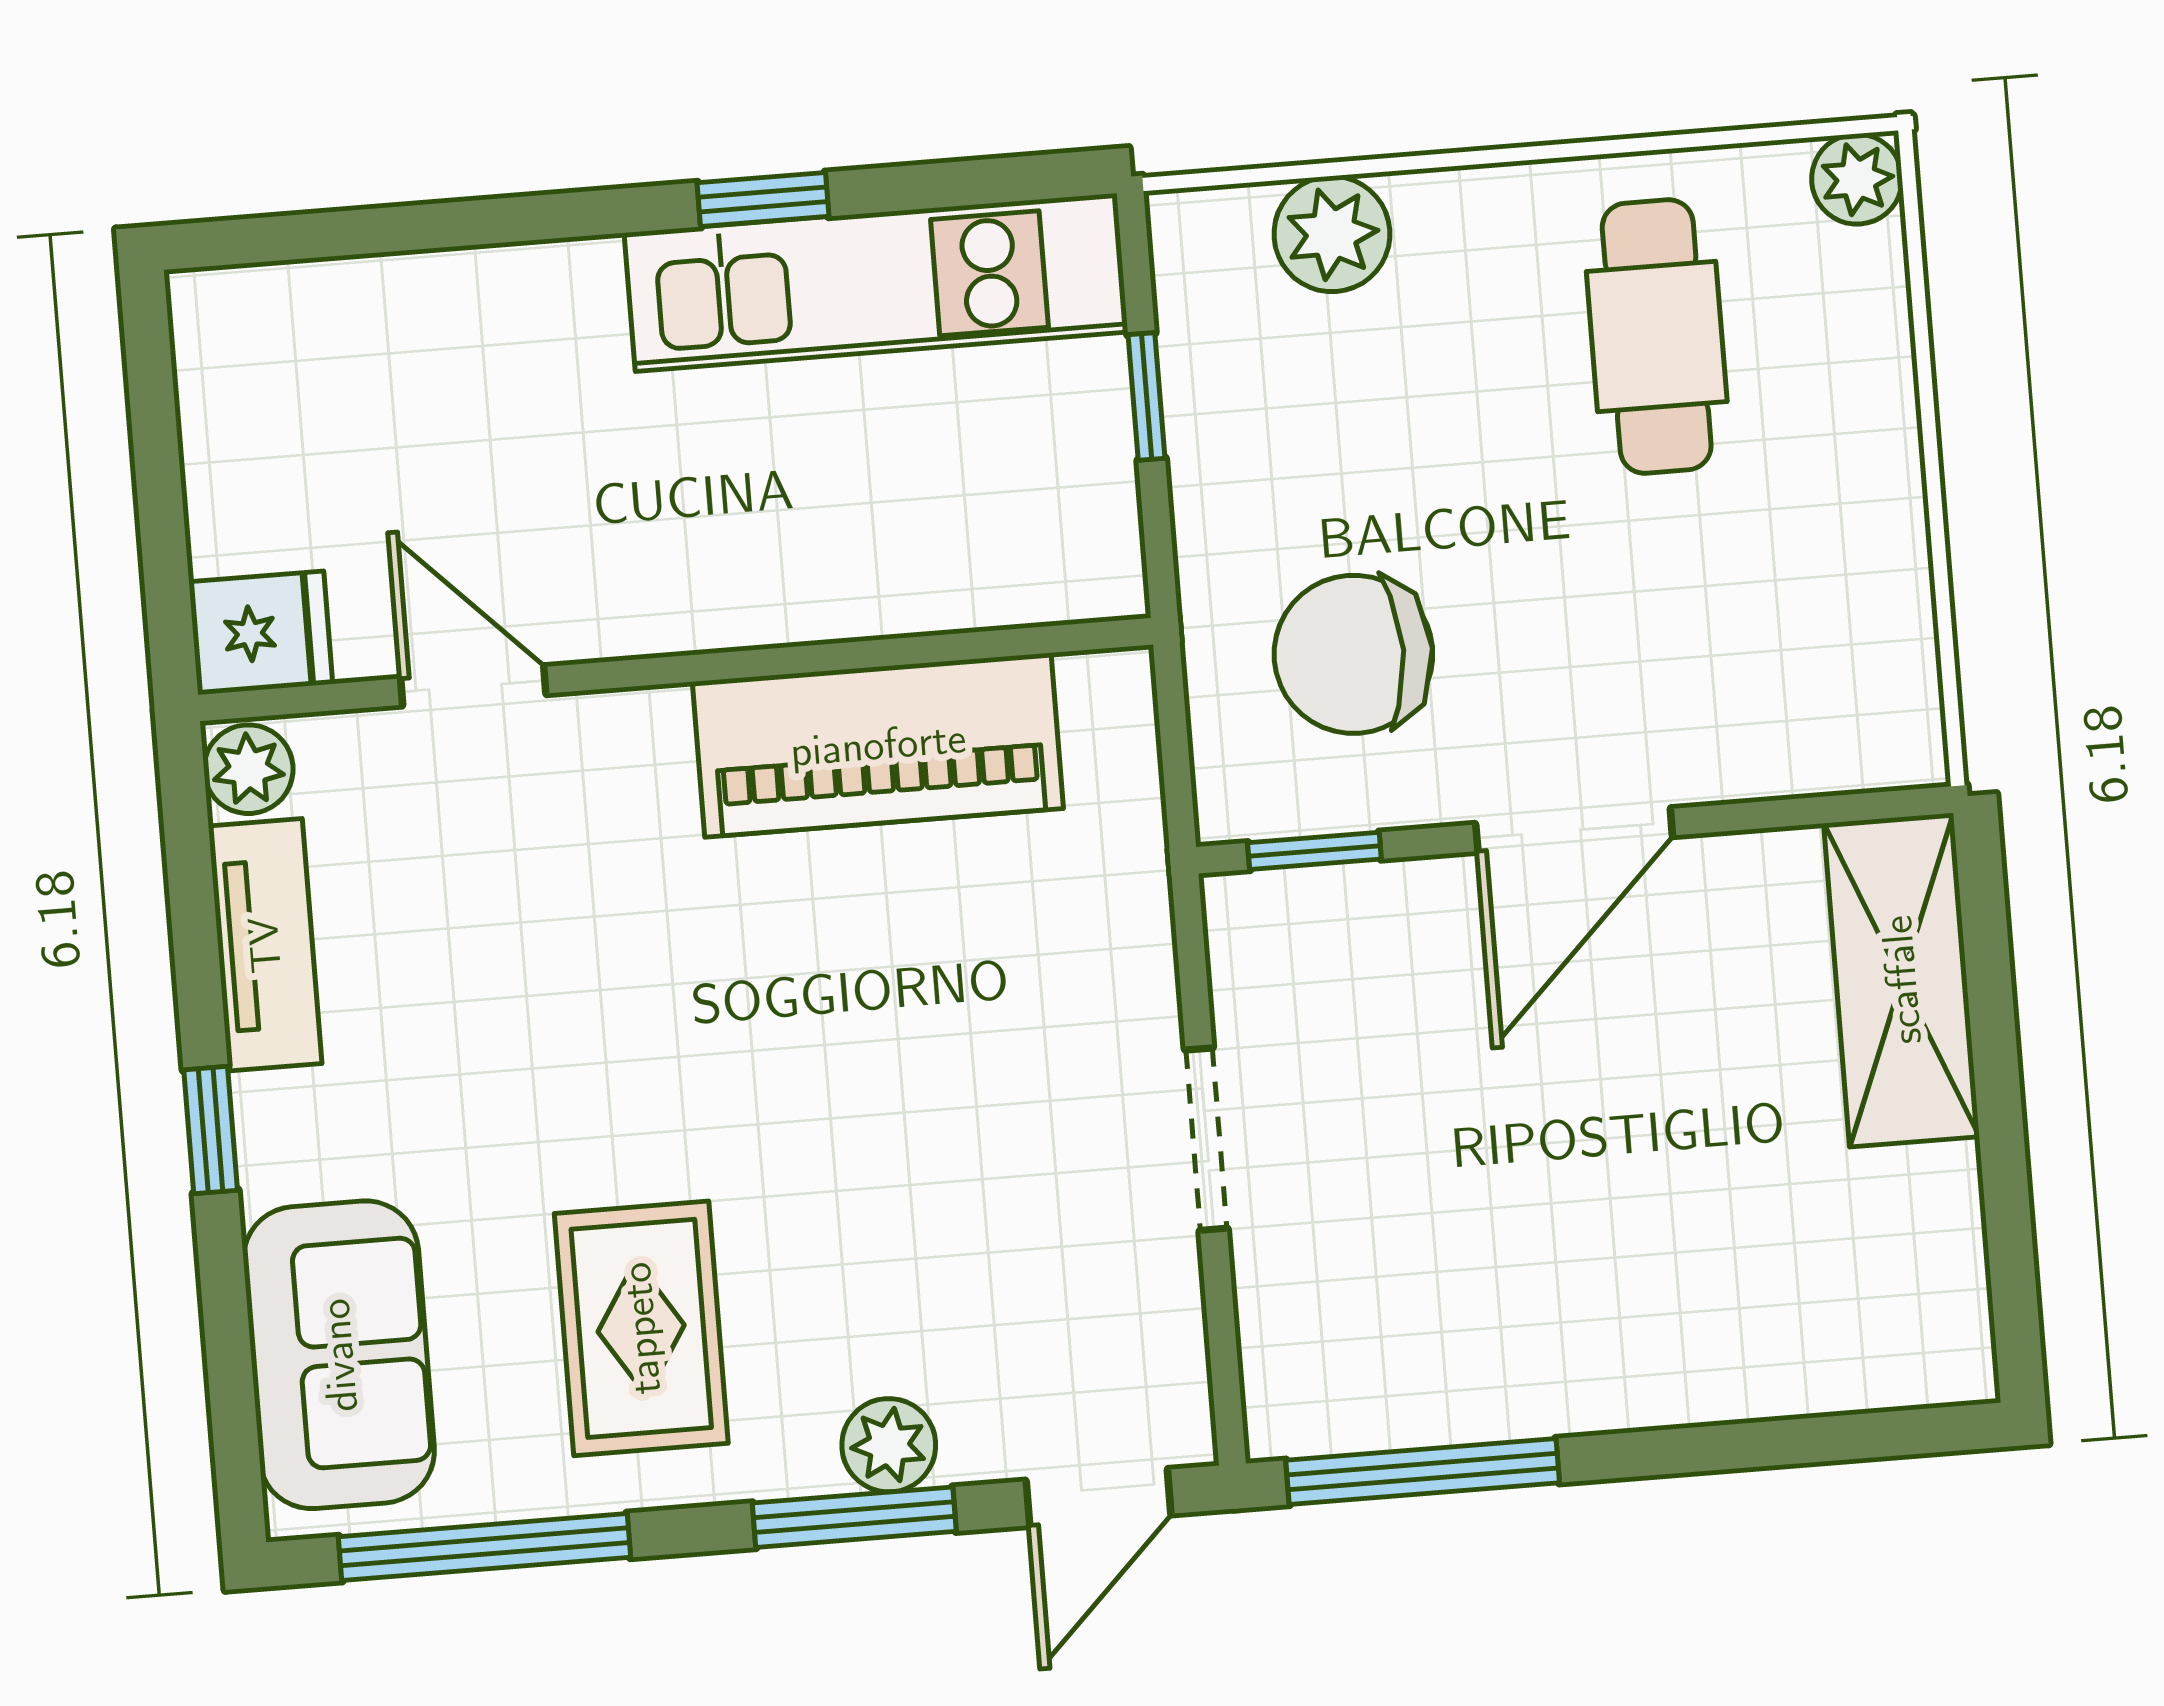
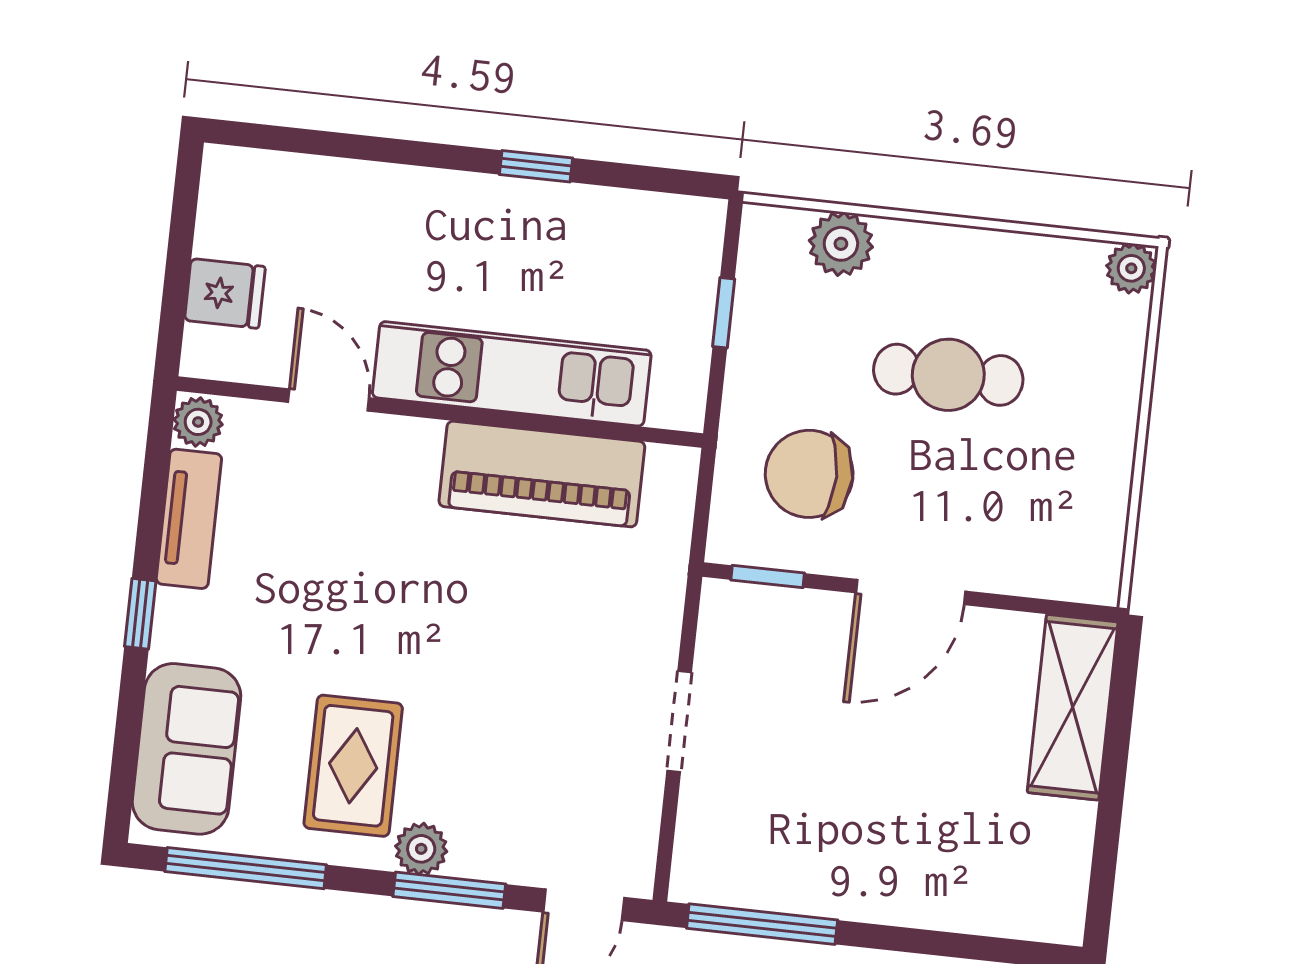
kitchen unit: (876, 282) -> (512, 374), moved, turned 180
cafe table: (1657, 337) -> (948, 375), moved, turned 90
fridge: (261, 633) -> (225, 293), moved
plant: (889, 1445) -> (421, 849), moved

